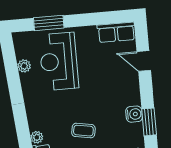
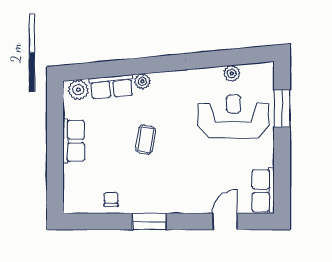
water cooler: (134, 114) -> (160, 204), removed

